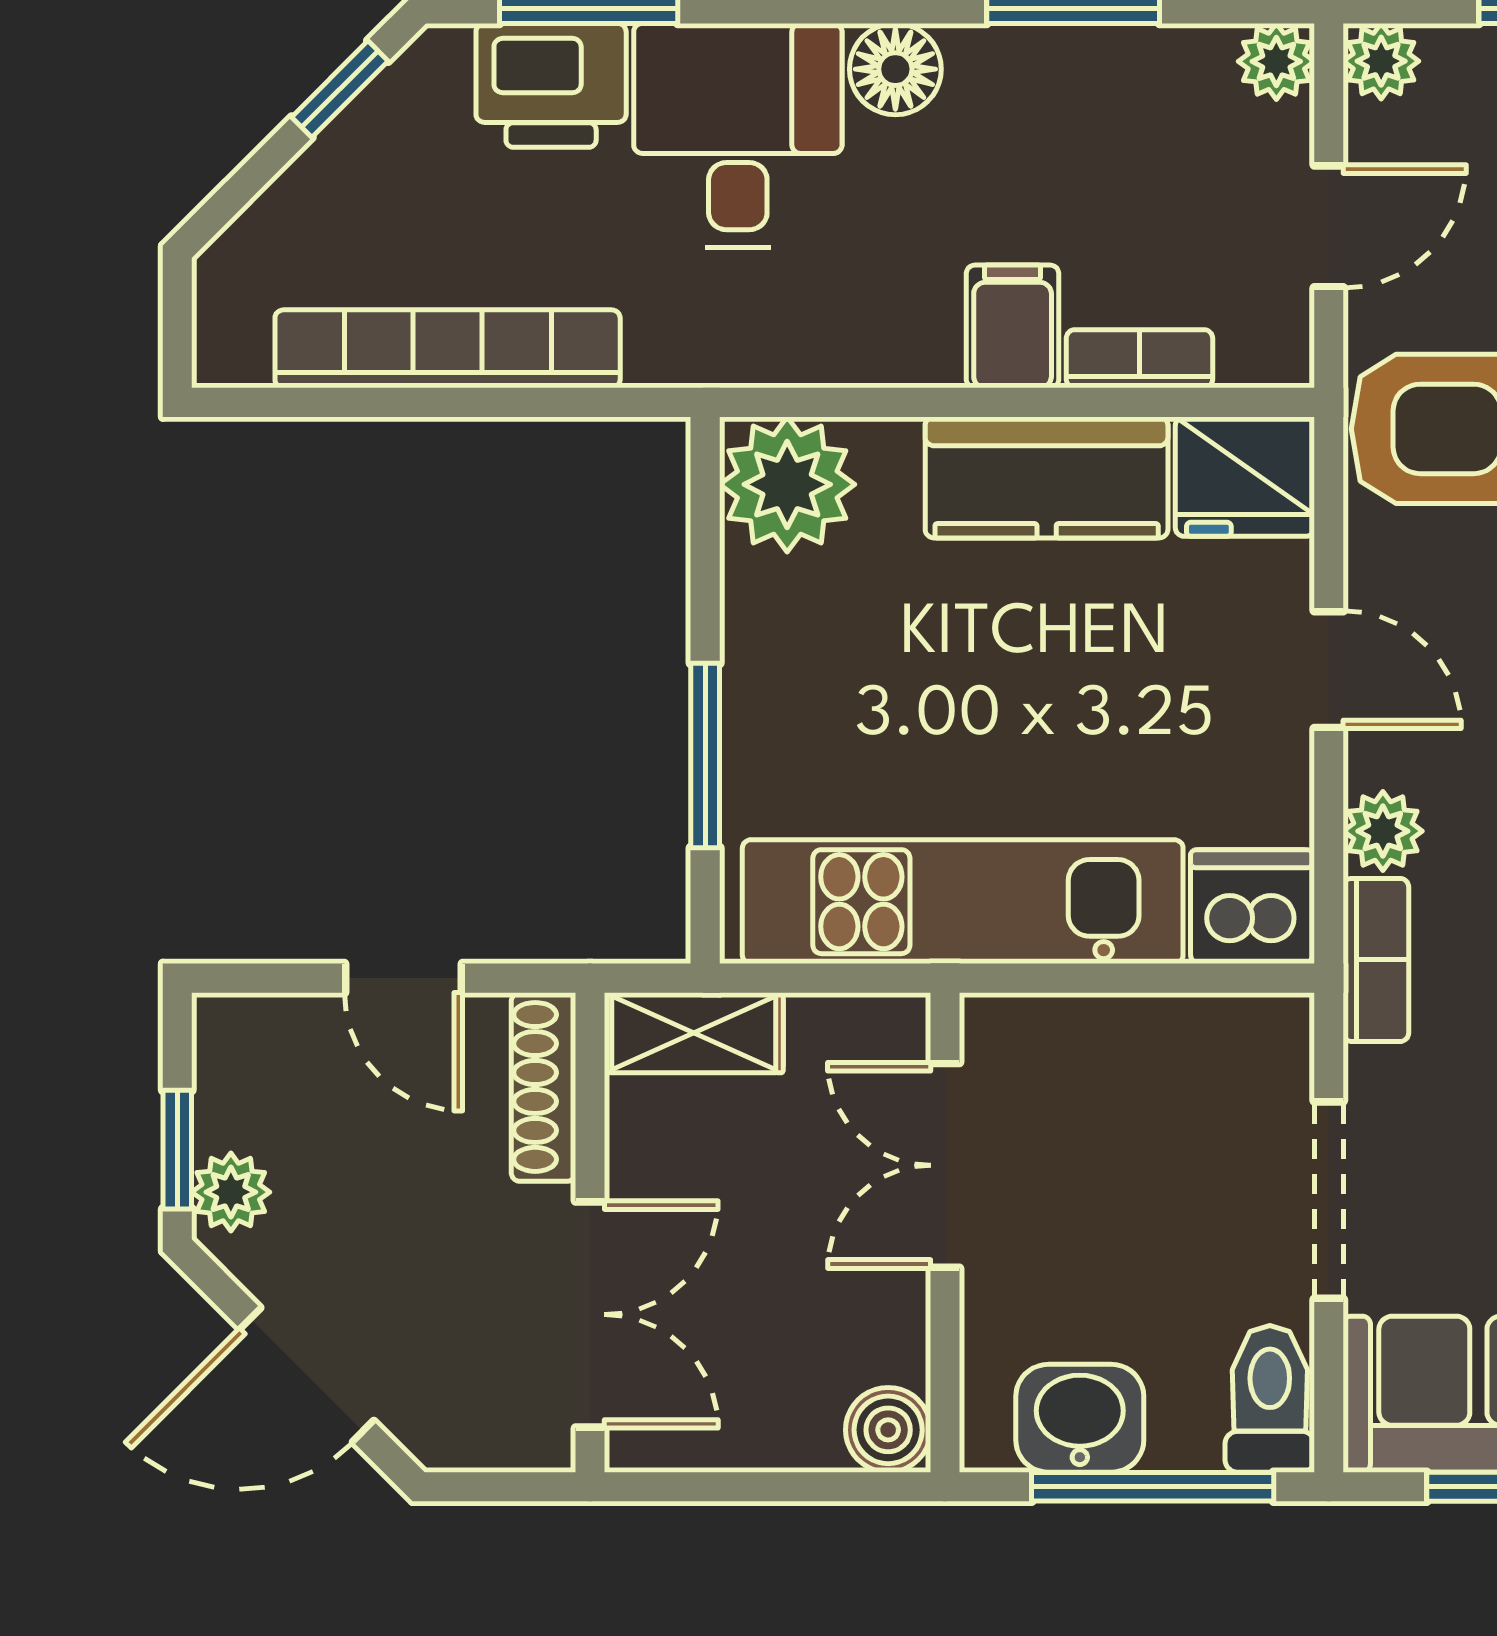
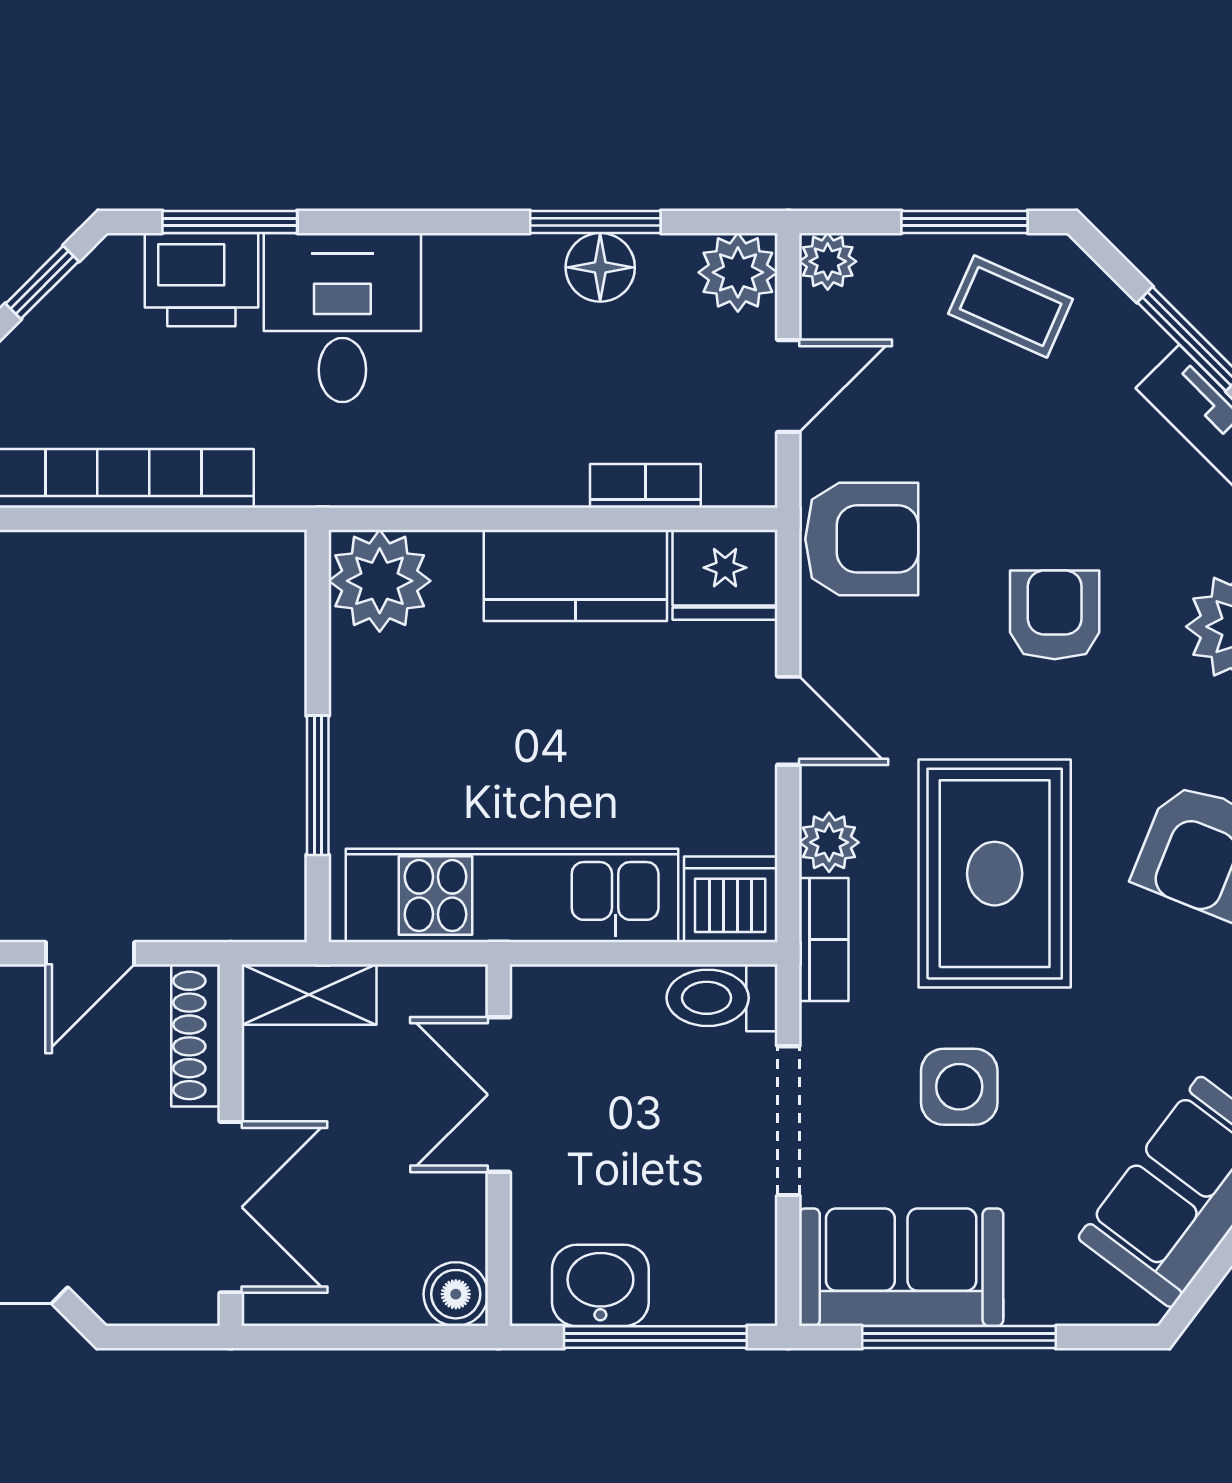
plant: (1276, 61) -> (738, 272), width x1.38, depth x1.38
floor lamp: (895, 69) -> (600, 267), moved
filing cabinet: (1013, 326) -> (550, 462), removed
door: (404, 978) -> (90, 953), hinge flipped
toilet: (1270, 1399) -> (722, 998), moved, turned -90

